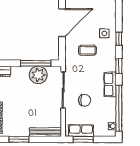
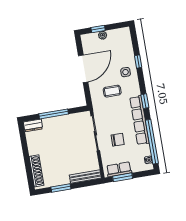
window: (119, 39) -> (138, 62), moved
window: (36, 63) -> (54, 114), moved
plant: (38, 75) -> (69, 123), removed
row of seats: (110, 84) -> (139, 120), width x2.02

